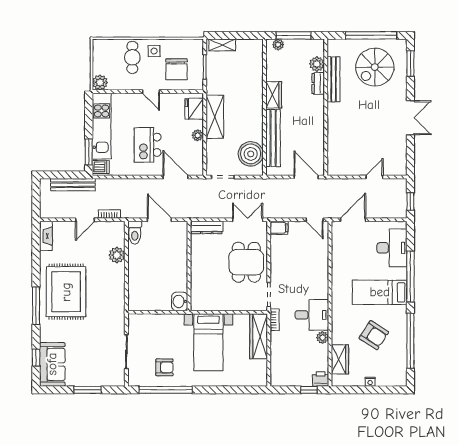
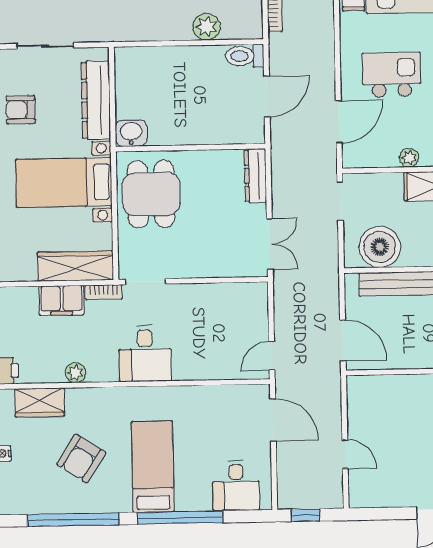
door: (306, 177) -> (343, 340), hinge flipped
filing cabinet: (279, 228) -> (61, 300), moved, width x2.00
desk: (392, 248) -> (236, 486), width x0.73
dining table: (246, 262) -> (151, 194), moved, turned 90
desk: (312, 315) -> (145, 354), moved
dresser: (160, 322) -> (96, 100), added
armchair: (164, 367) -> (21, 110), turned 90

